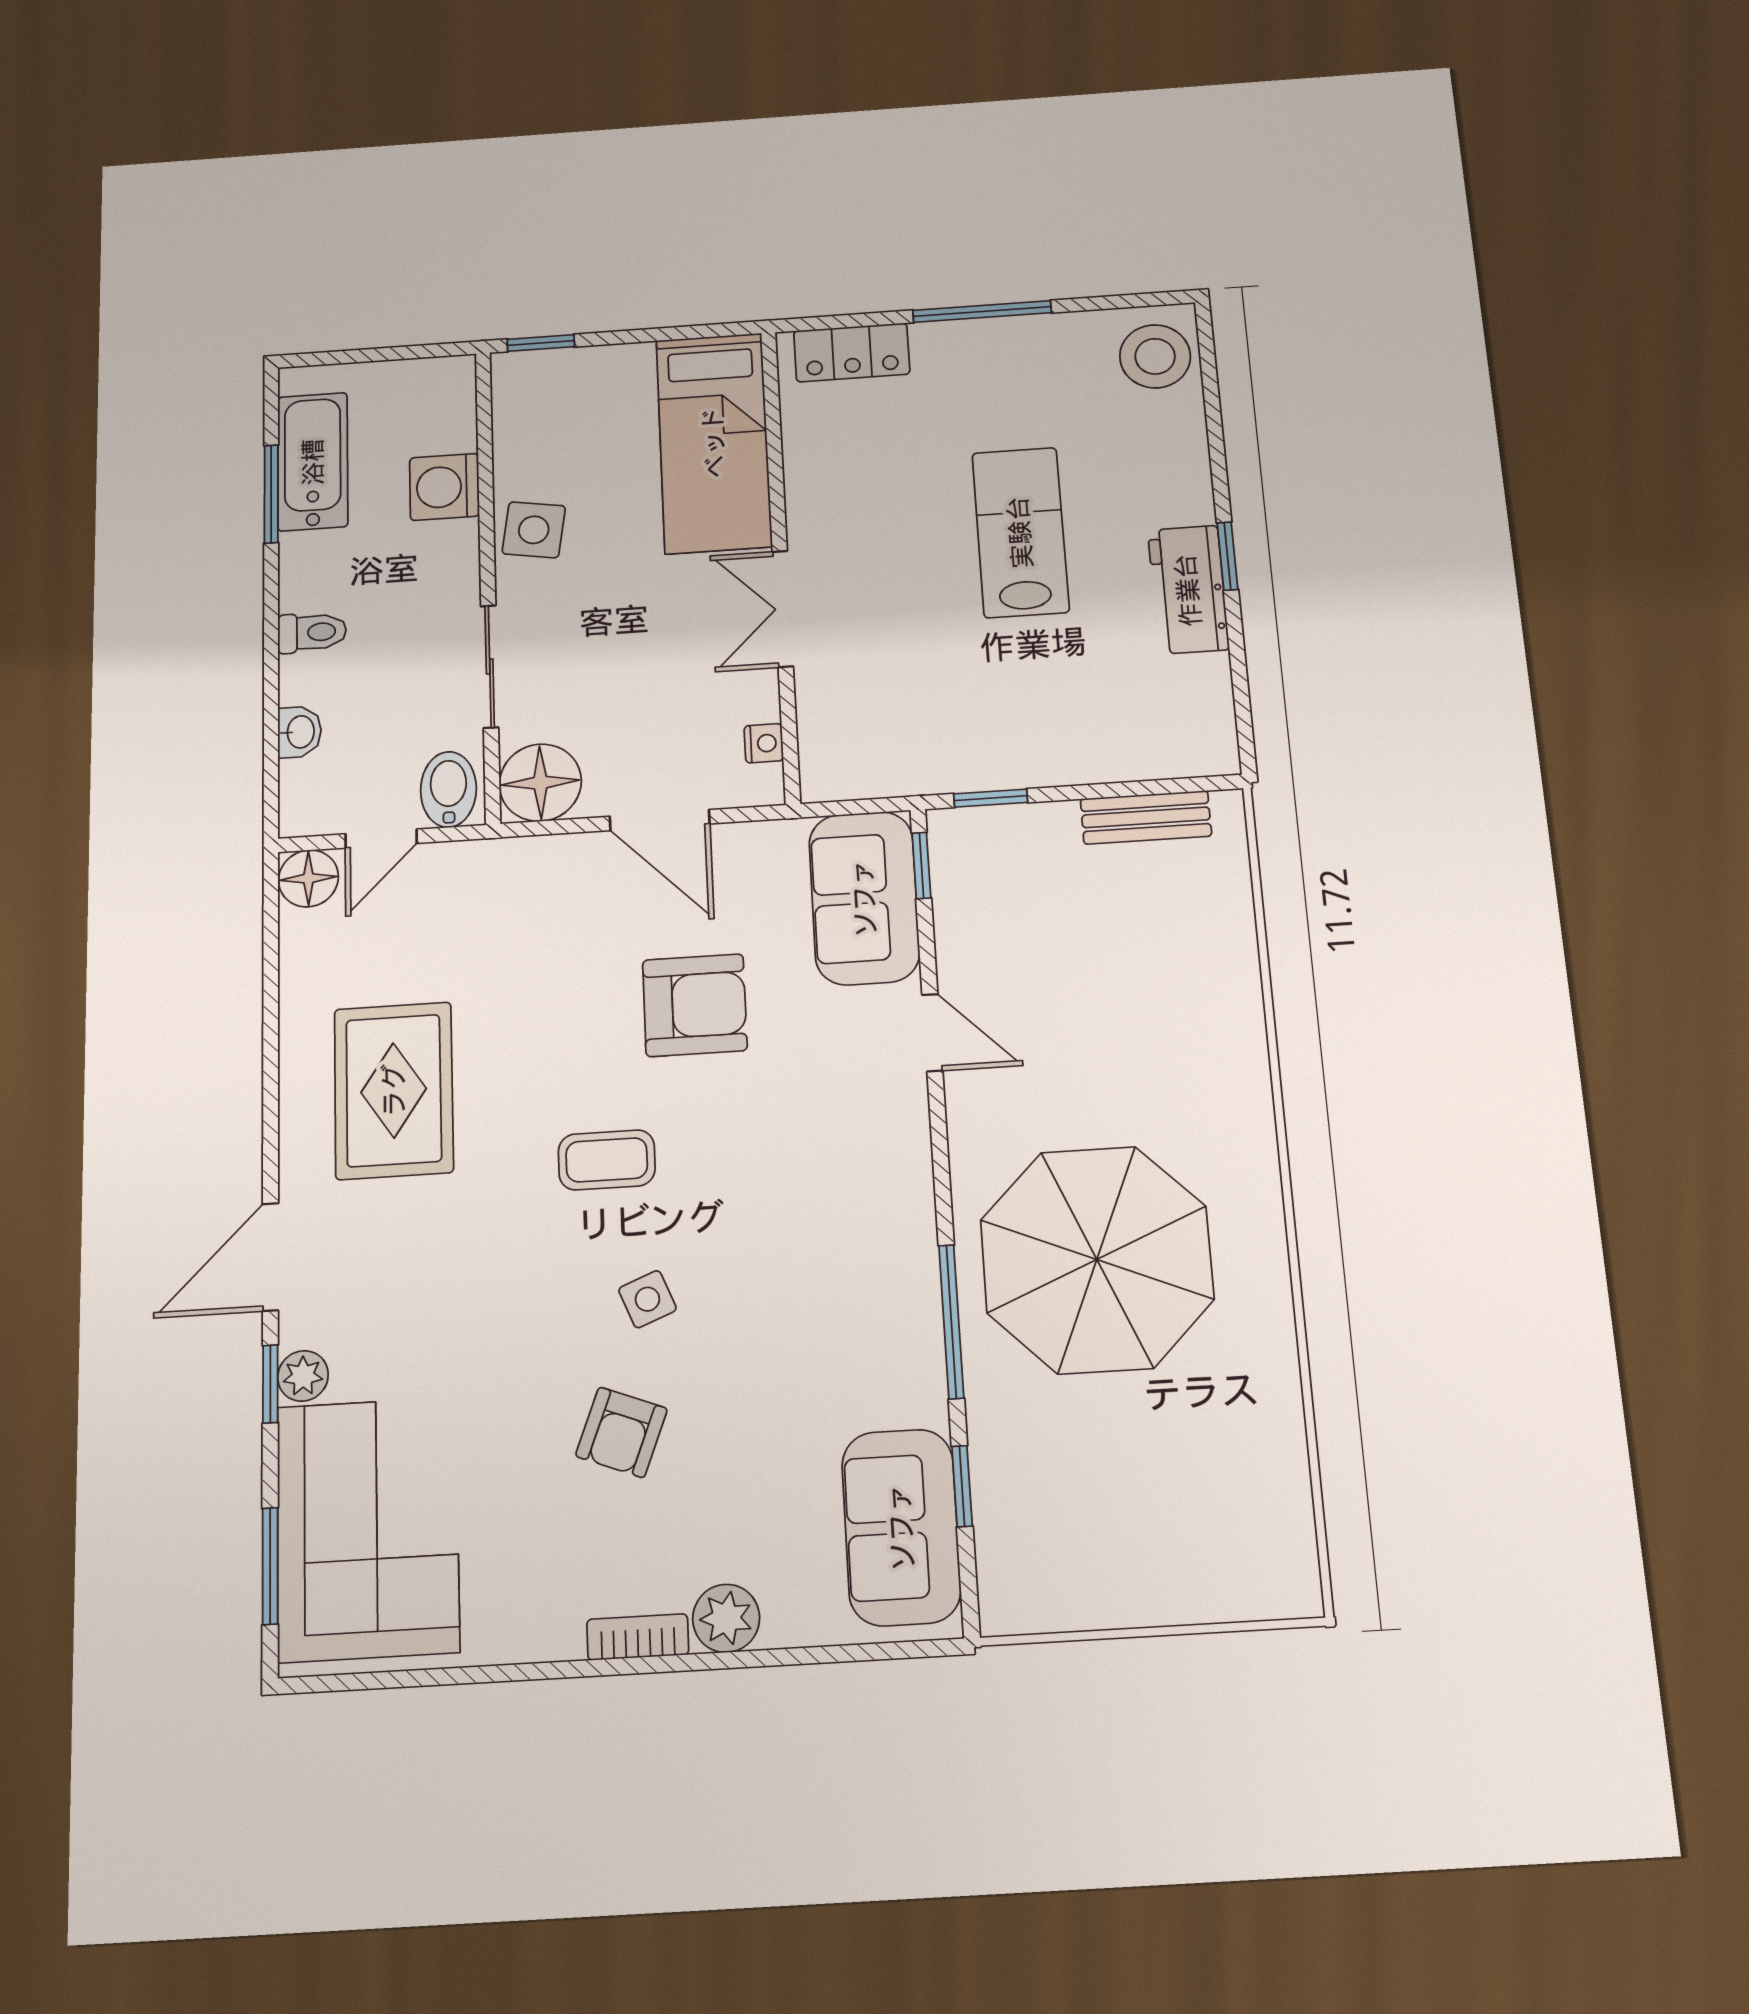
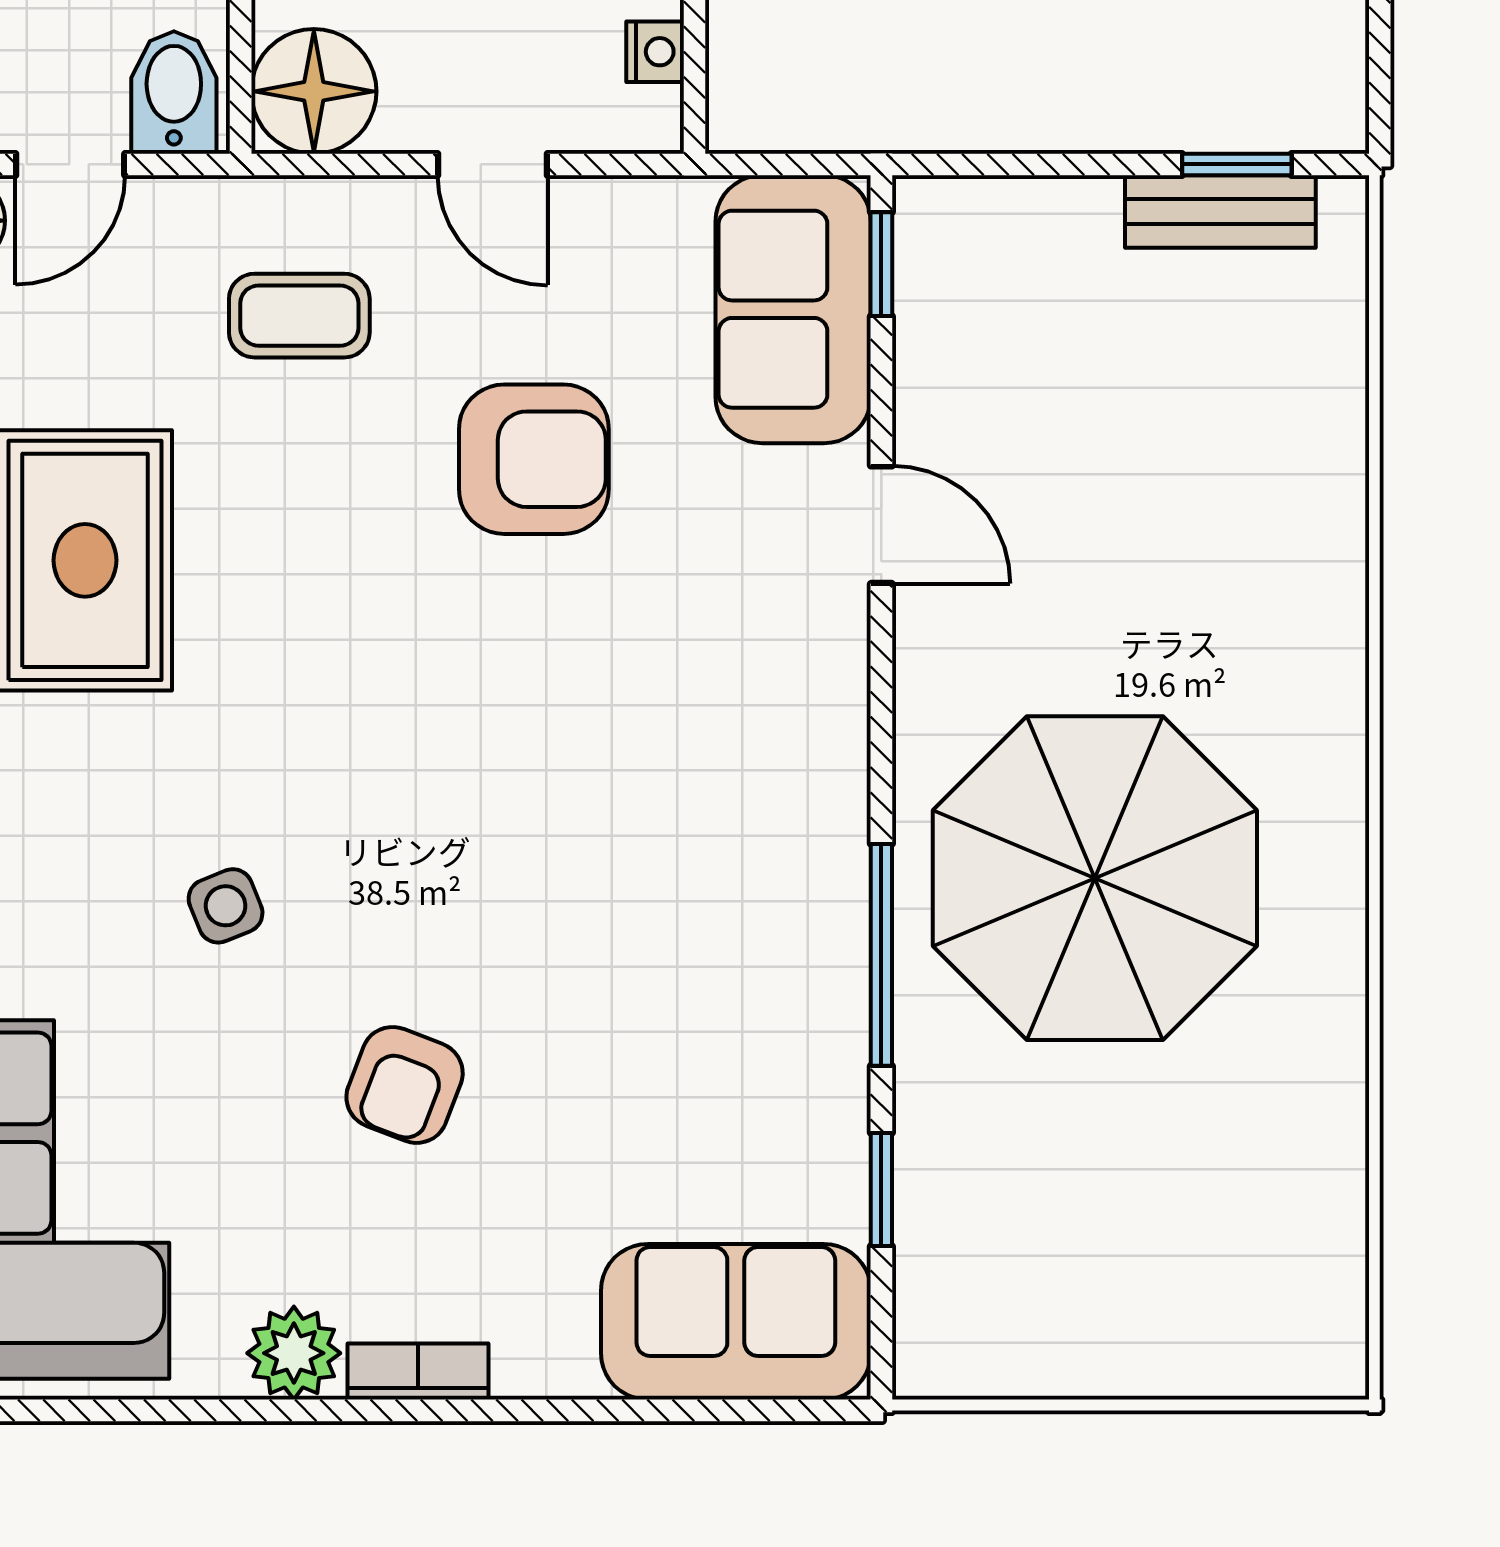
window: (991, 798) -> (1237, 164), moved
door: (660, 820) -> (493, 164), width x0.73
coffee table: (607, 1160) -> (299, 316), moved
side table: (647, 1299) -> (226, 906), moved
sofa: (901, 1527) -> (736, 1322), moved, turned 90
plant: (726, 1618) -> (294, 1353), moved

